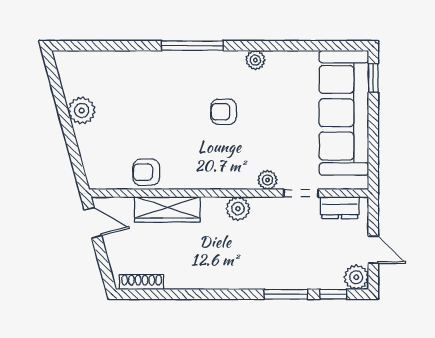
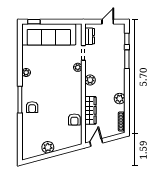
armchair: (224, 112) -> (32, 107), moved
plant: (356, 277) -> (120, 99), moved

